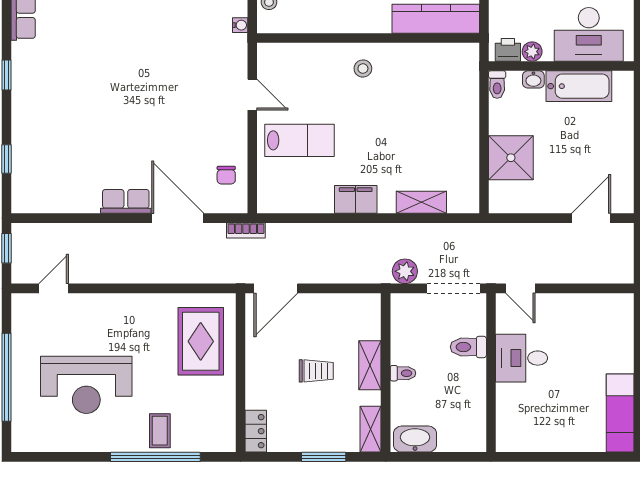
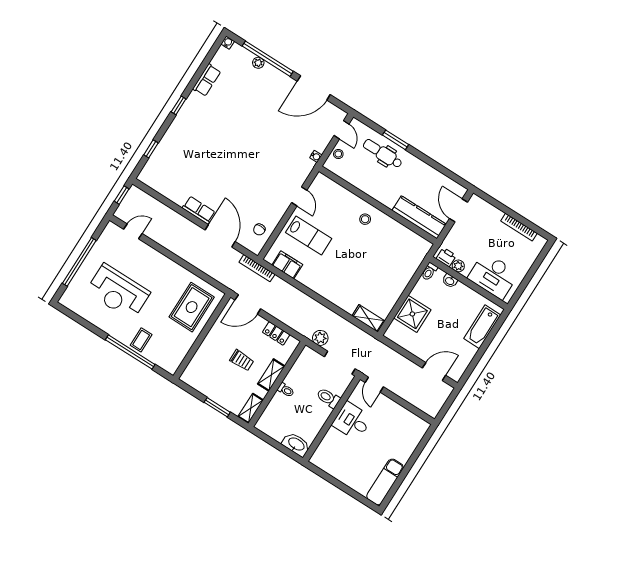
bathtub: (579, 86) -> (482, 327), moved, turned 90
filing cabinet: (356, 199) -> (287, 265), moved
shelving: (421, 202) -> (368, 318), moved
bookcase: (246, 231) -> (257, 268), width x1.56
locker: (256, 431) -> (276, 333), moved, turned 90
washbasin: (415, 439) -> (296, 444), moved

